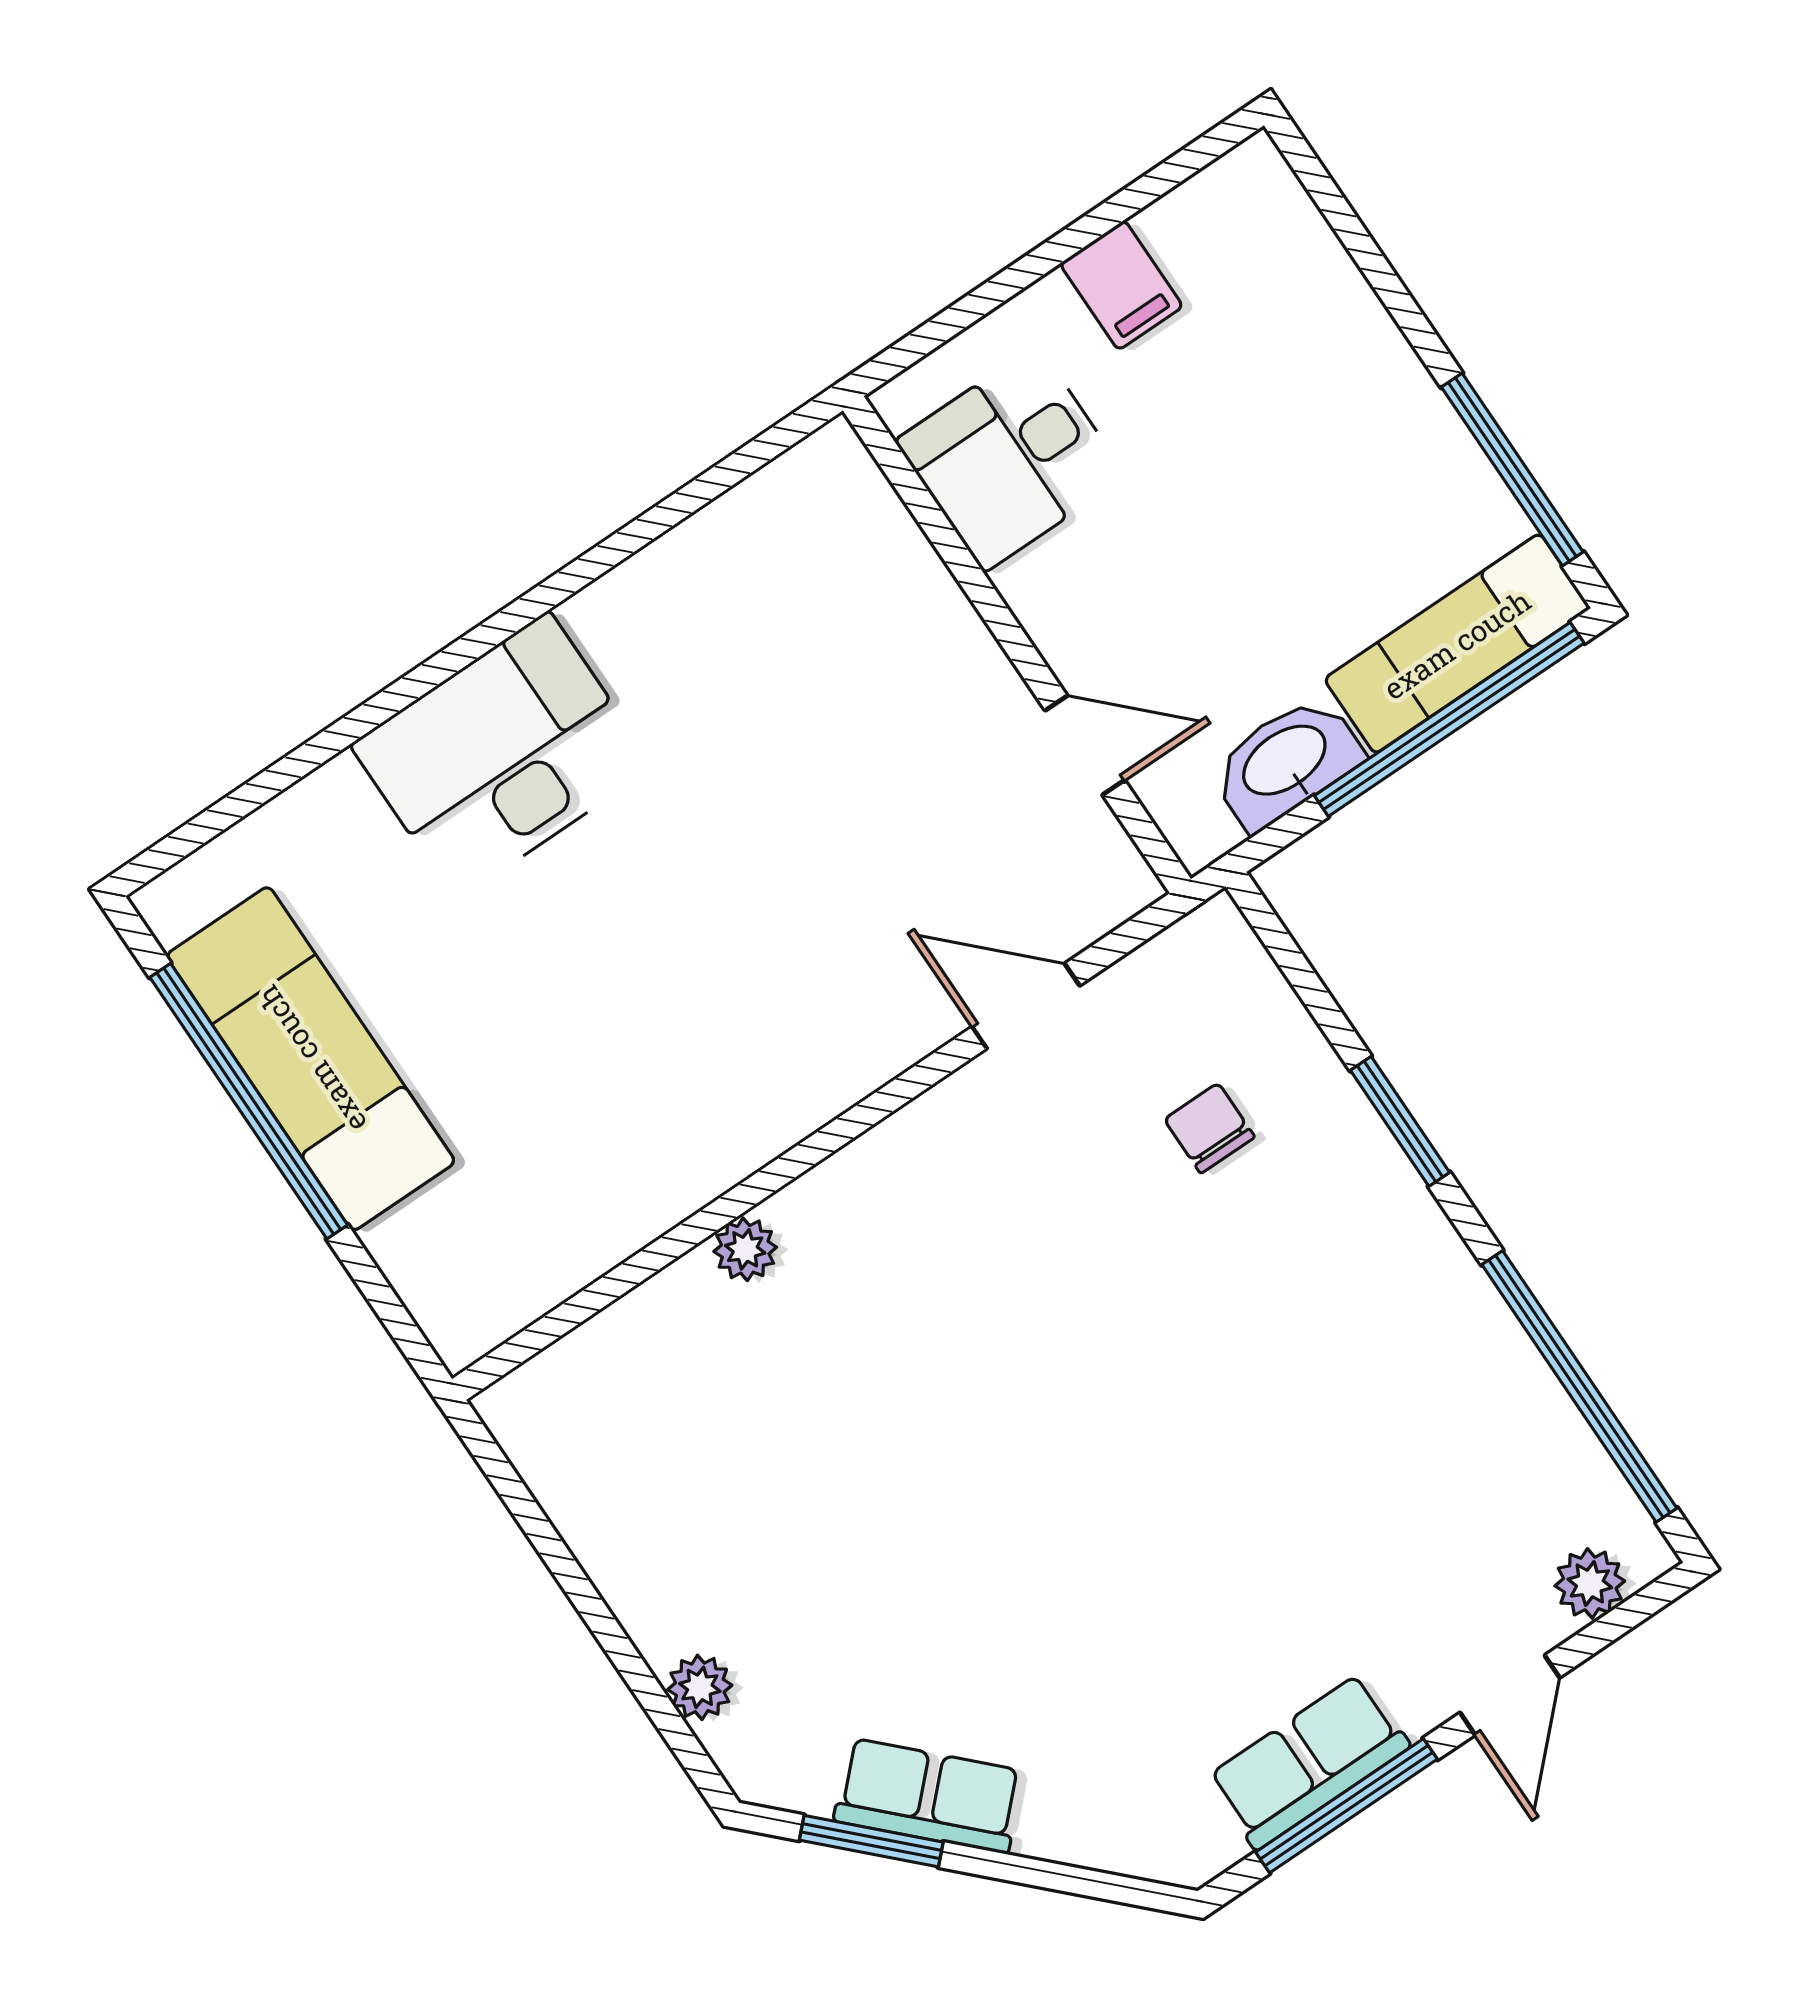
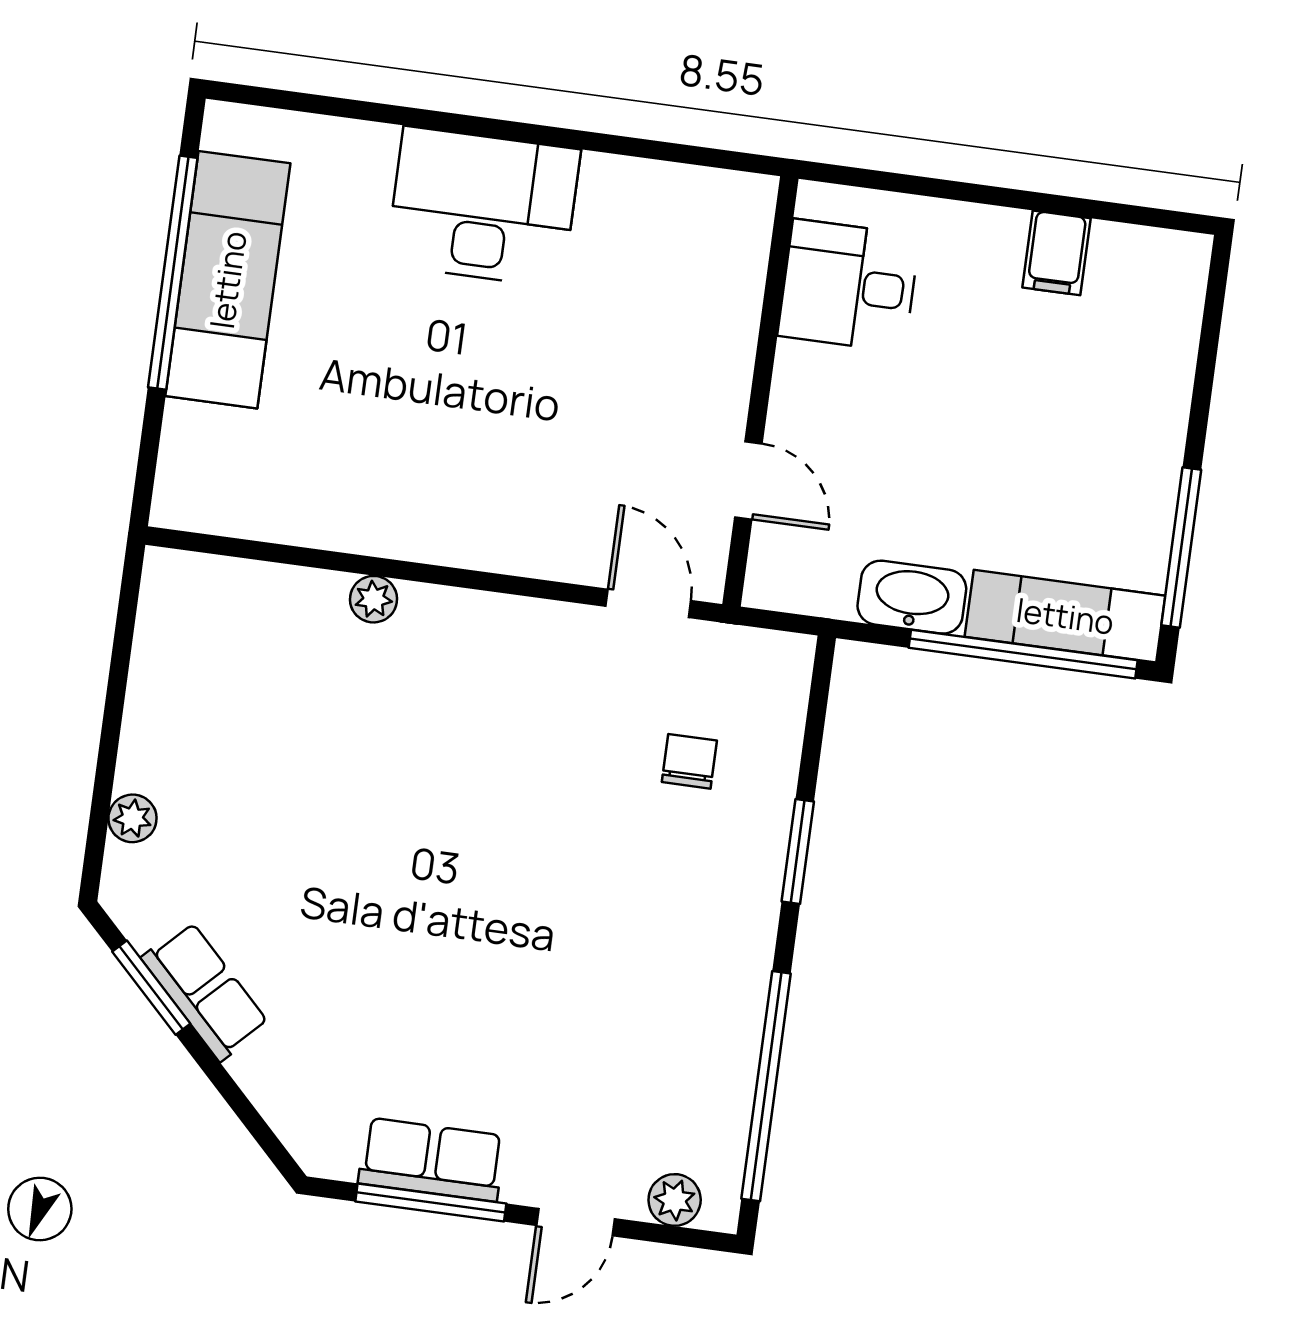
desk: (1011, 459) -> (849, 286), moved
wall: (1017, 645) -> (760, 391), moved
door: (1085, 745) -> (748, 480), moved

